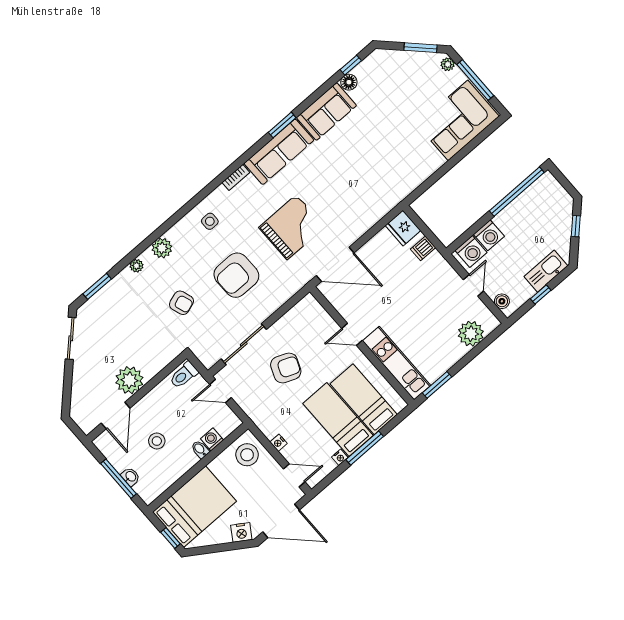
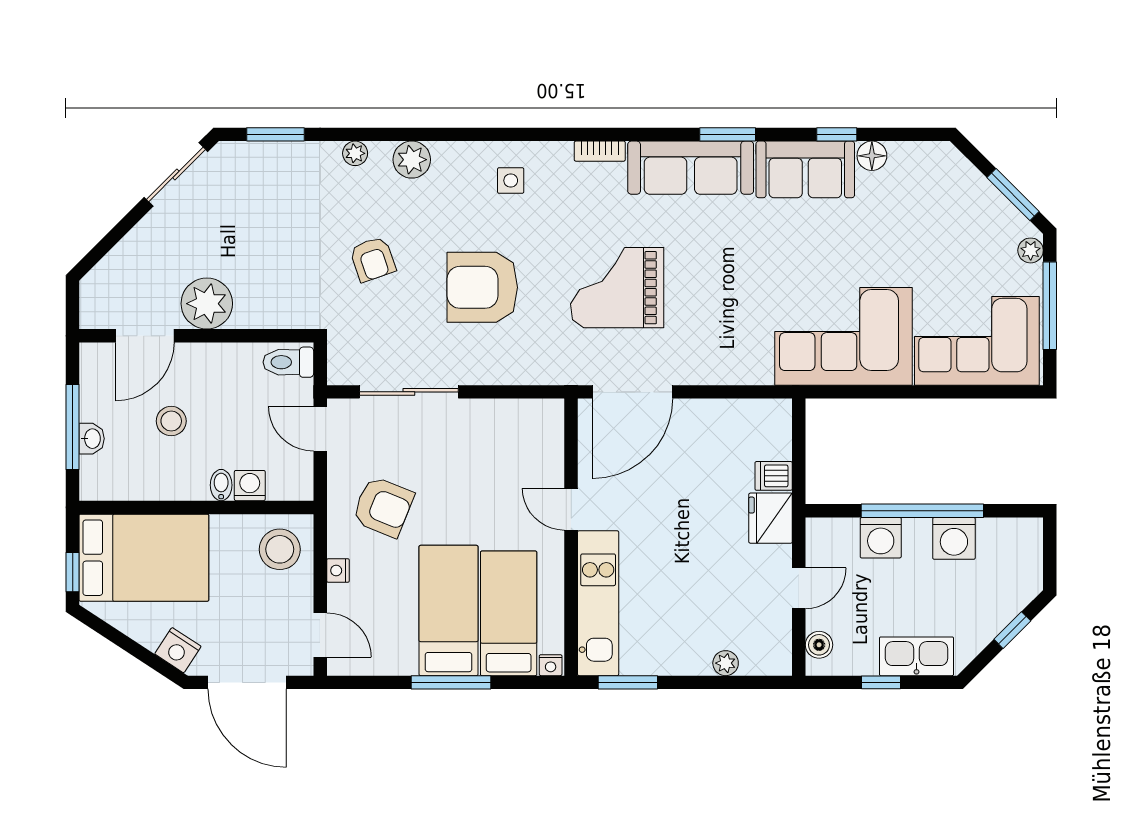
window: (351, 65) -> (837, 134), moved
corner sofa: (402, 166) -> (844, 336), added
window: (517, 192) -> (922, 511), moved
grand piano: (292, 227) -> (617, 288), turned 180
fridge: (403, 228) -> (771, 518), moved
washing machine: (471, 251) -> (954, 538), moved
door: (335, 264) -> (633, 392), hinge flipped
plant: (471, 334) -> (726, 663), width x0.53, depth x0.53
armchair: (286, 368) -> (383, 507), moved
nightstand: (340, 457) -> (551, 665), moved

